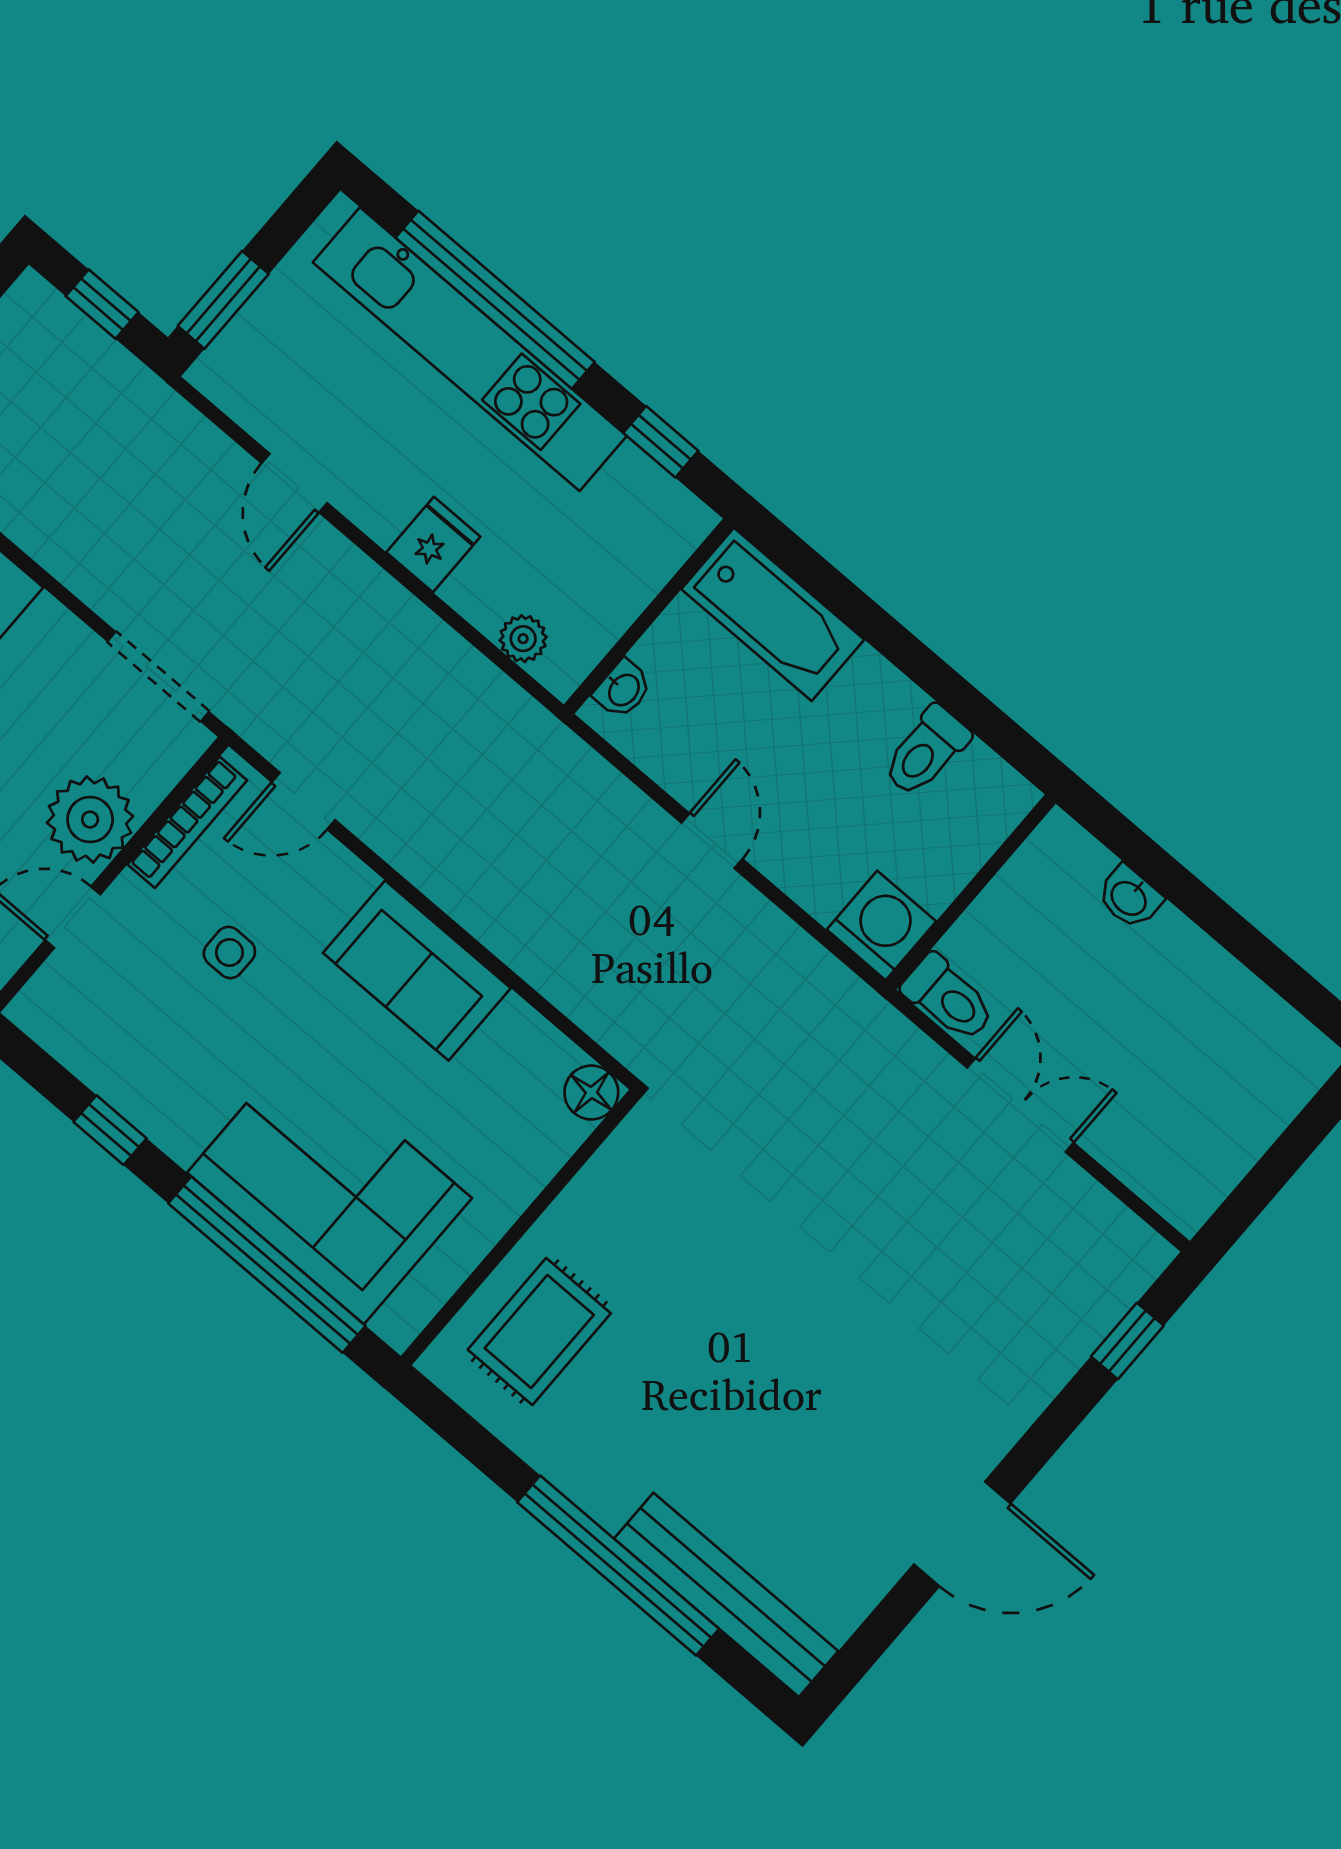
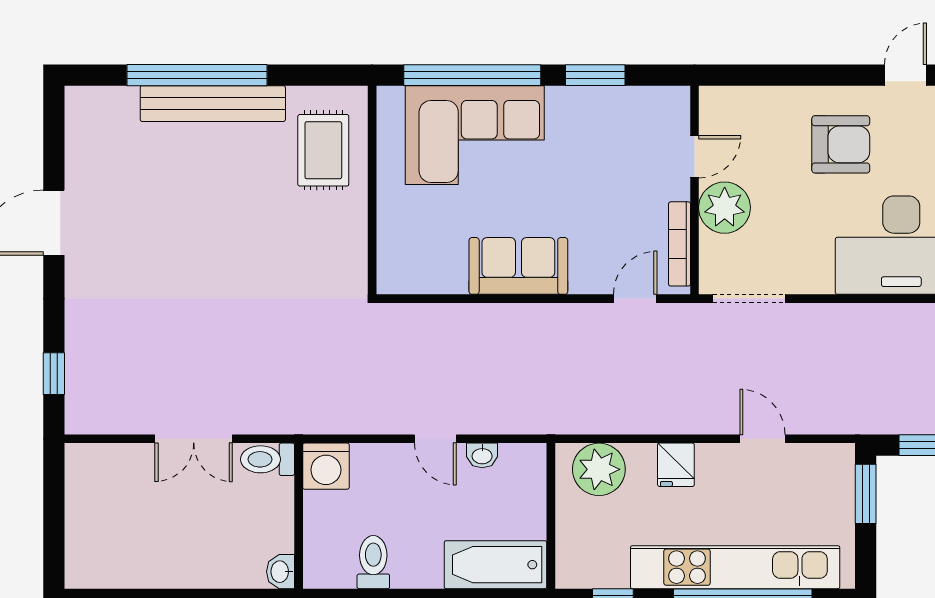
plant: (523, 639) -> (599, 469), width x1.87, depth x1.87
washbasin: (623, 689) -> (482, 455), moved, turned -90
washbasin: (1129, 897) -> (281, 572), moved, turned -90
side table: (229, 952) -> (610, 202), removed
floor lamp: (591, 1092) -> (392, 278), removed
window: (110, 1130) -> (595, 75), width x1.50
bench: (726, 1595) -> (213, 104), moved

